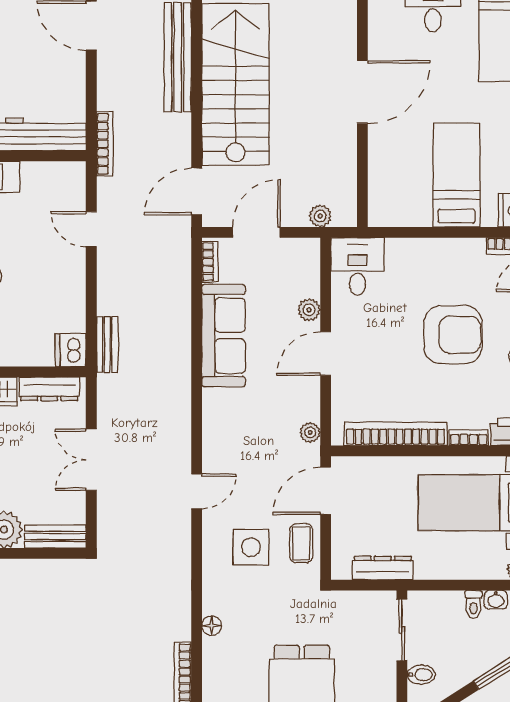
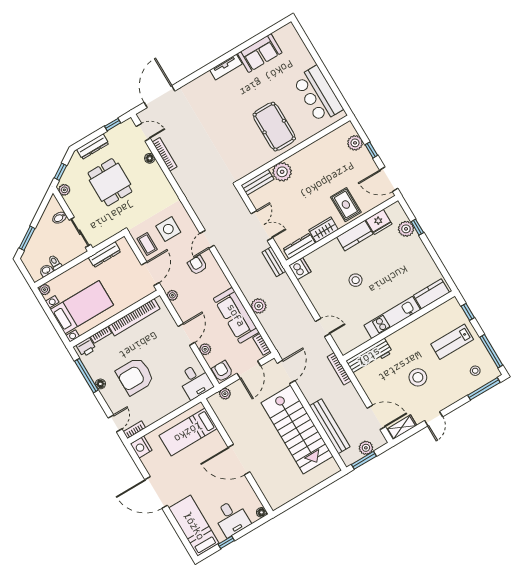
door: (362, 92) -> (239, 460), hinge flipped
bed: (456, 175) -> (188, 432), moved, turned 90
armchair: (302, 256) -> (222, 371), added
plant: (177, 329) -> (259, 306), added
bench: (107, 345) -> (274, 262), moved
armchair: (239, 458) -> (197, 265), added
floor lamp: (212, 626) -> (150, 158), moved

